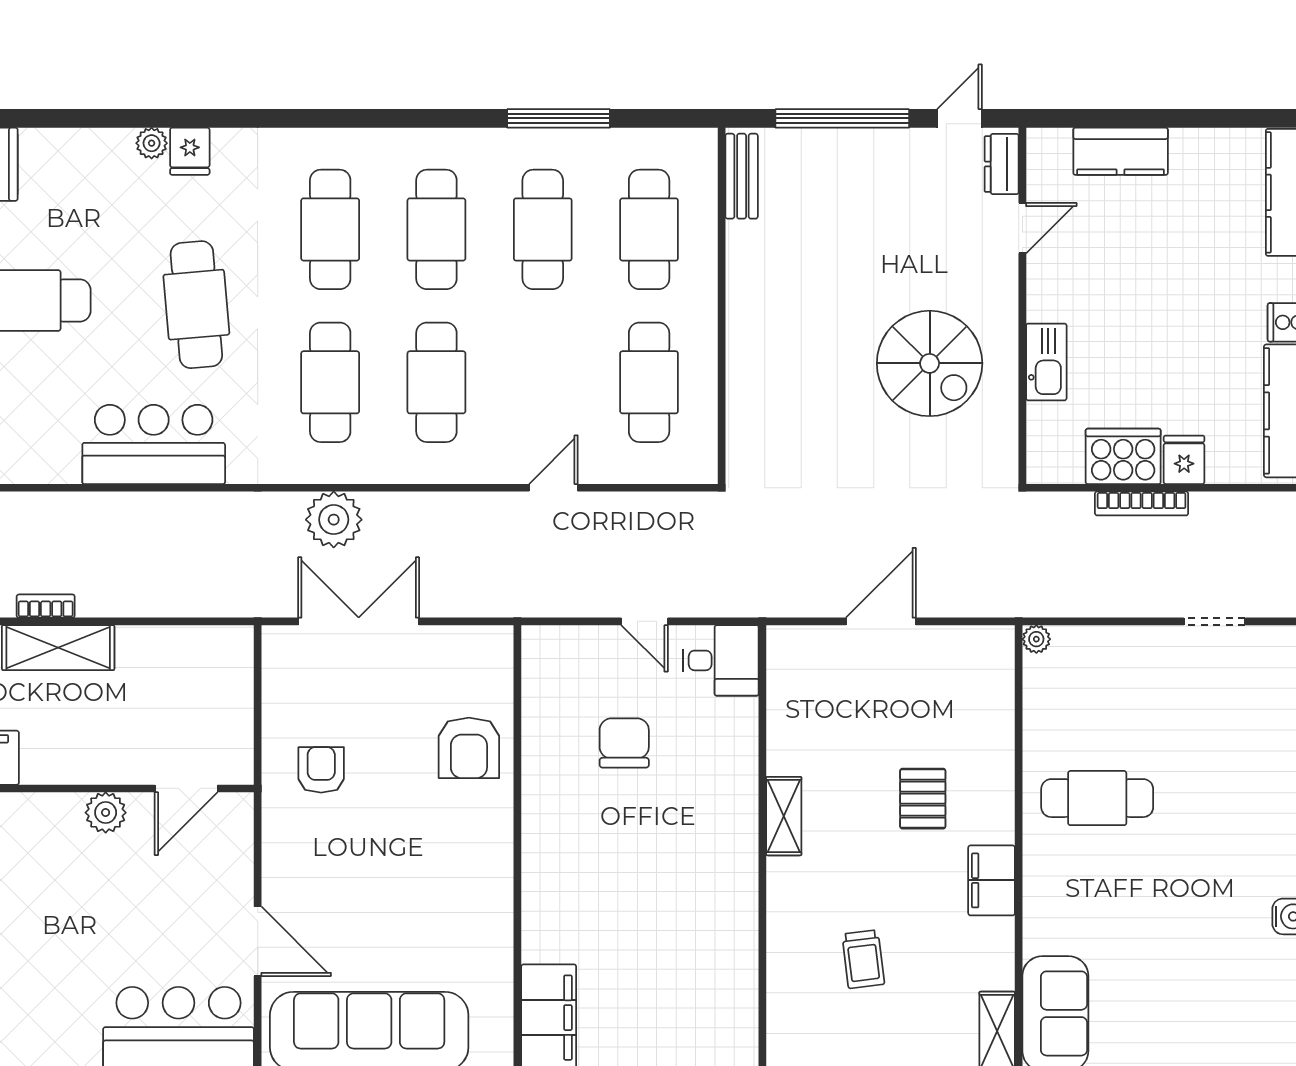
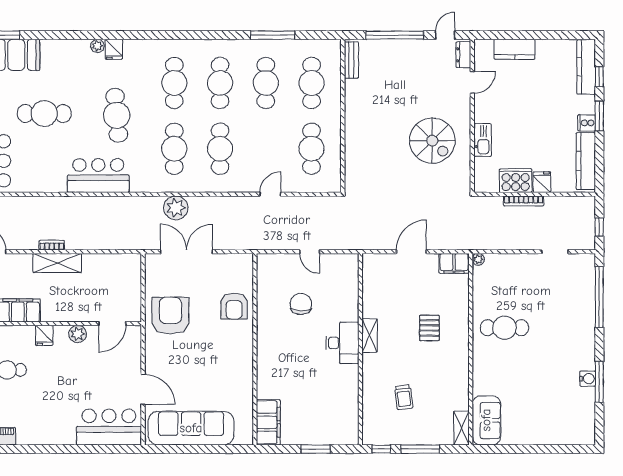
desk: (721, 660) -> (342, 343), moved, width x1.37
armchair: (321, 770) -> (170, 316), width x1.88, depth x1.88
fridge: (28, 816) -> (44, 335), added
filing cabinet: (992, 880) -> (454, 263), moved, turned -90

